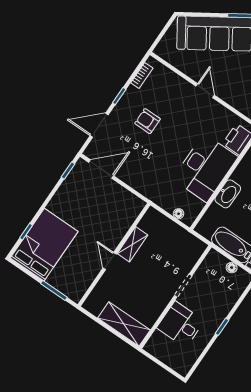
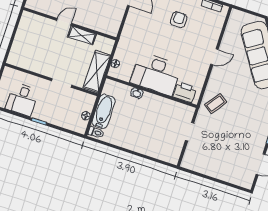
washbasin: (228, 194) -> (137, 93), width x0.52, depth x0.69
shelving: (124, 324) -> (97, 71), moved
desk: (181, 324) -> (22, 99), moved, turned 180

